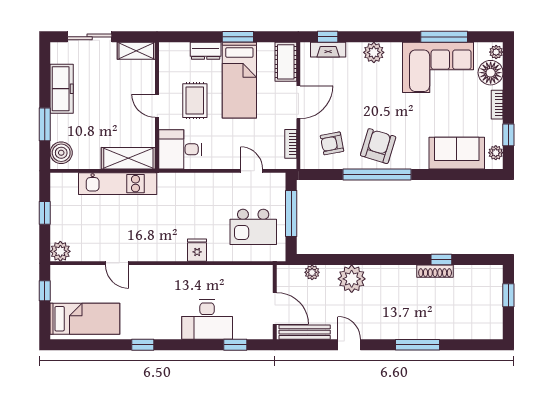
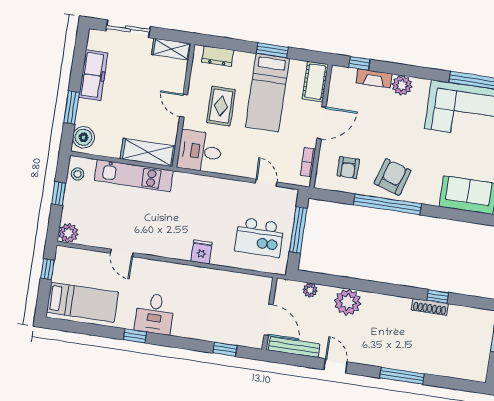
fireplace: (328, 50) -> (374, 78), moved
dresser: (206, 51) -> (218, 56), moved
armchair: (332, 143) -> (348, 168), turned -79
stool: (61, 191) -> (78, 174), added
desk: (207, 319) -> (155, 314), moved, width x0.73

